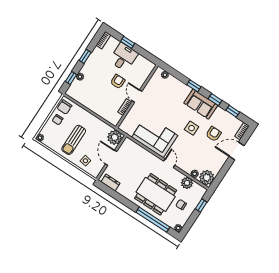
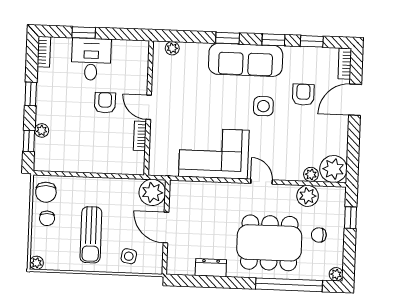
sofa: (201, 104) -> (246, 60), width x1.36
dresser: (110, 183) -> (211, 268), moved

